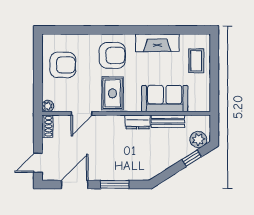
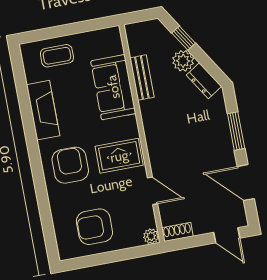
armchair: (63, 65) -> (94, 227), turned -90
dresser: (138, 122) -> (204, 81), moved, turned 148
plant: (198, 139) -> (183, 61), moved

